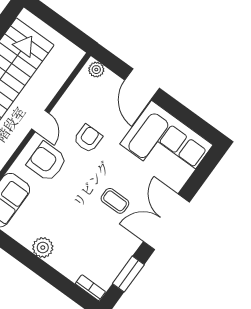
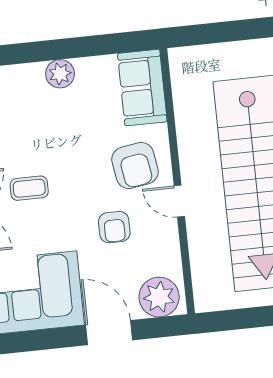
plant: (96, 70) -> (159, 297), width x1.88, depth x1.88
armchair: (47, 162) -> (135, 165), turned 81

